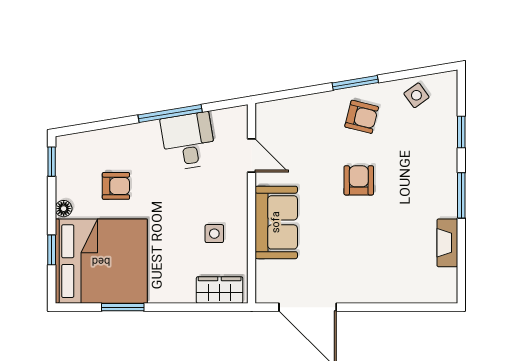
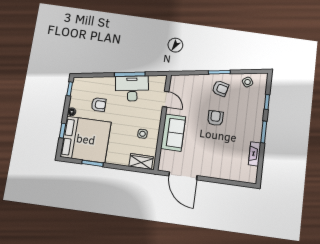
desk: (188, 141) -> (132, 88), width x1.37

